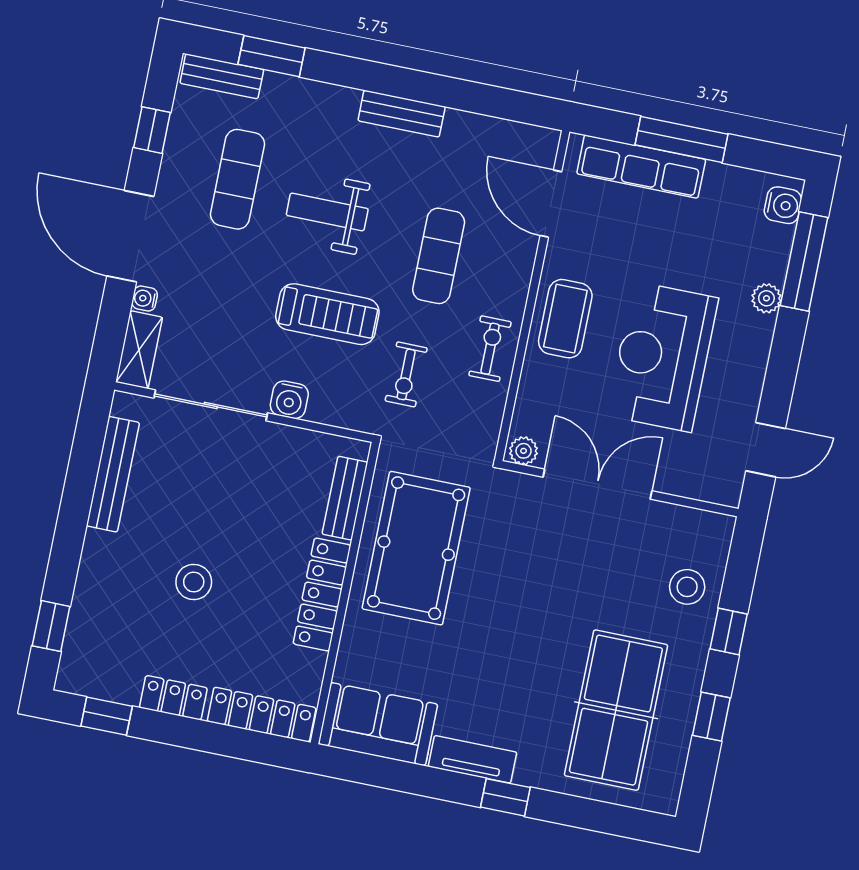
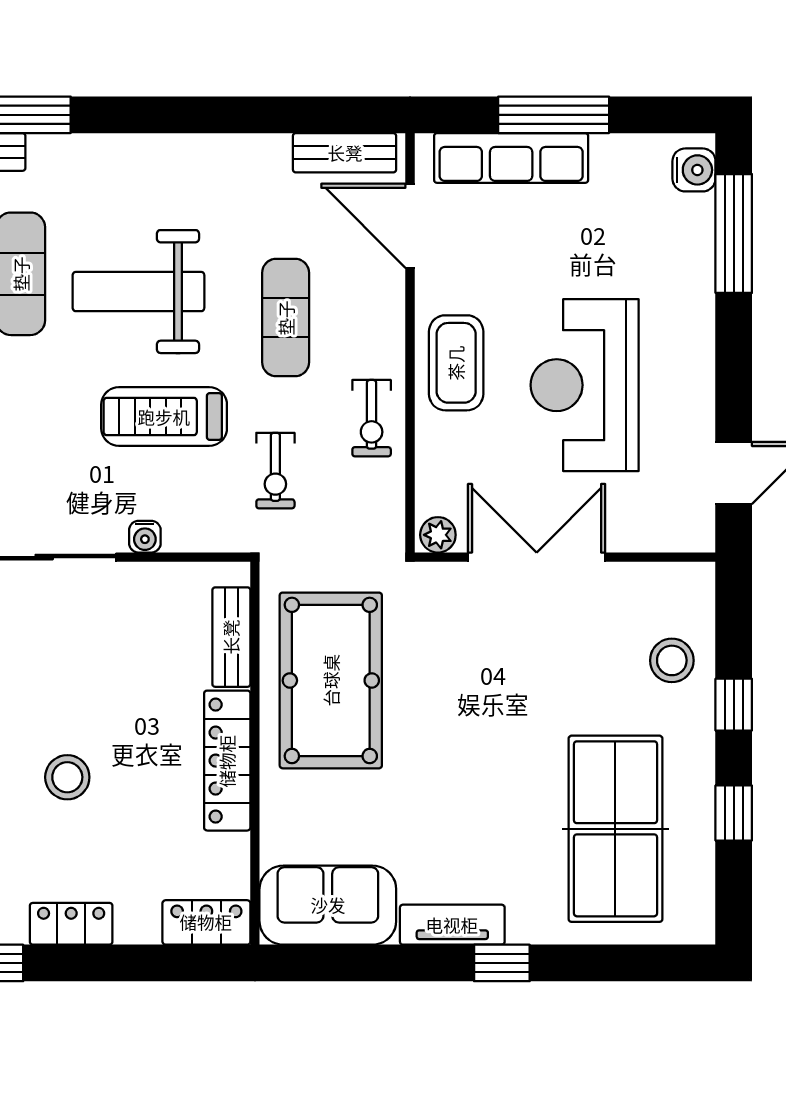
bench: (402, 114) -> (345, 153), moved
weight bench: (327, 212) -> (138, 292), width x1.36, depth x1.33
plant: (766, 298) -> (697, 288), removed
treadmill: (327, 314) -> (164, 417), turned 180
exercise bike: (490, 349) -> (372, 418), turned 180
water cooler: (289, 400) -> (145, 537), width x0.72, depth x0.72
locker: (262, 715) -> (206, 922), width x0.66

